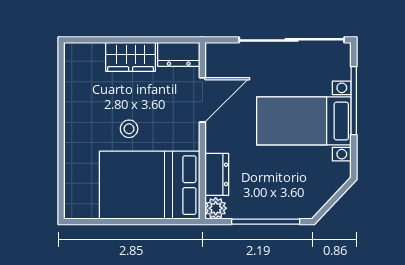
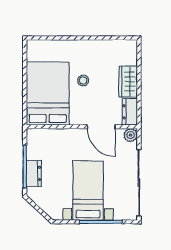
dresser: (217, 174) -> (34, 173), moved, turned -90
plant: (216, 208) -> (131, 135), moved

